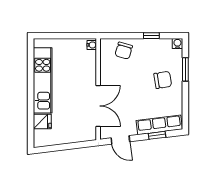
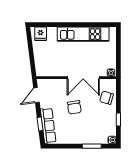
chair: (163, 80) -> (74, 107), moved
double door: (98, 106) -> (83, 78), moved
fridge: (42, 122) -> (41, 34), moved

